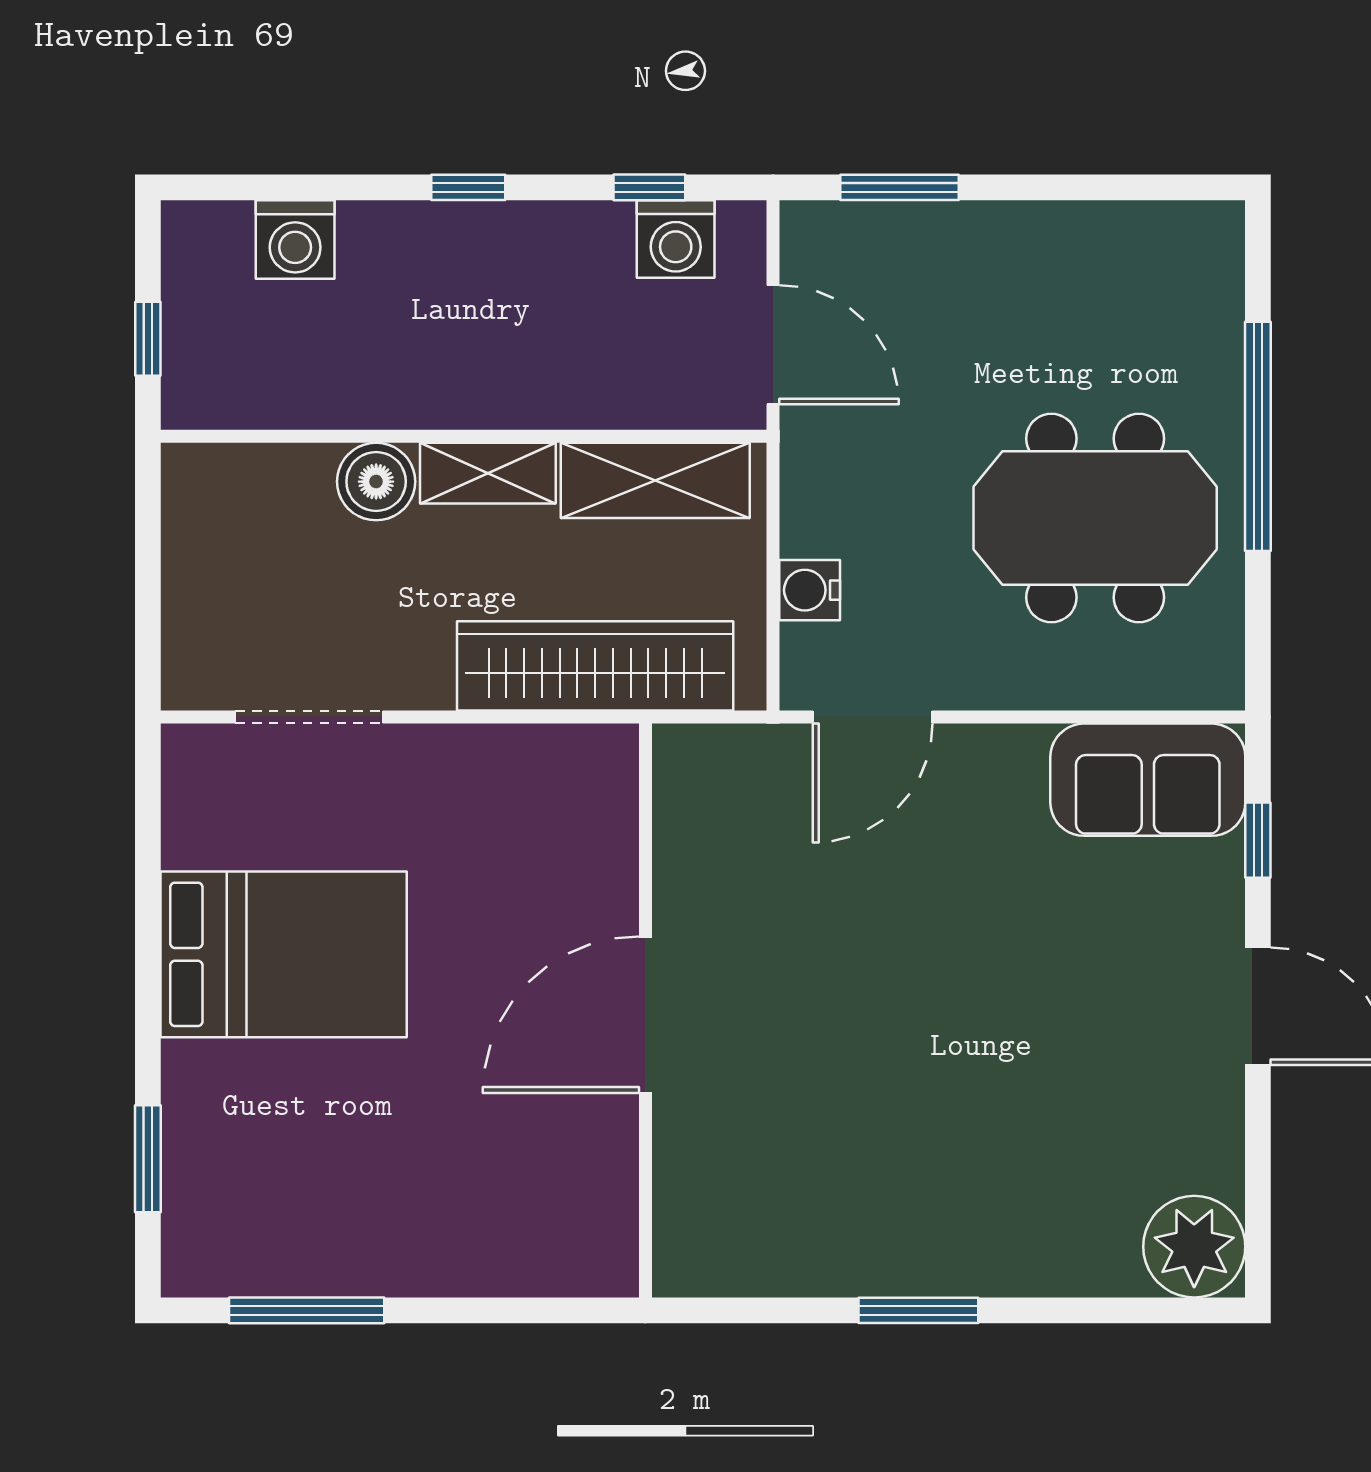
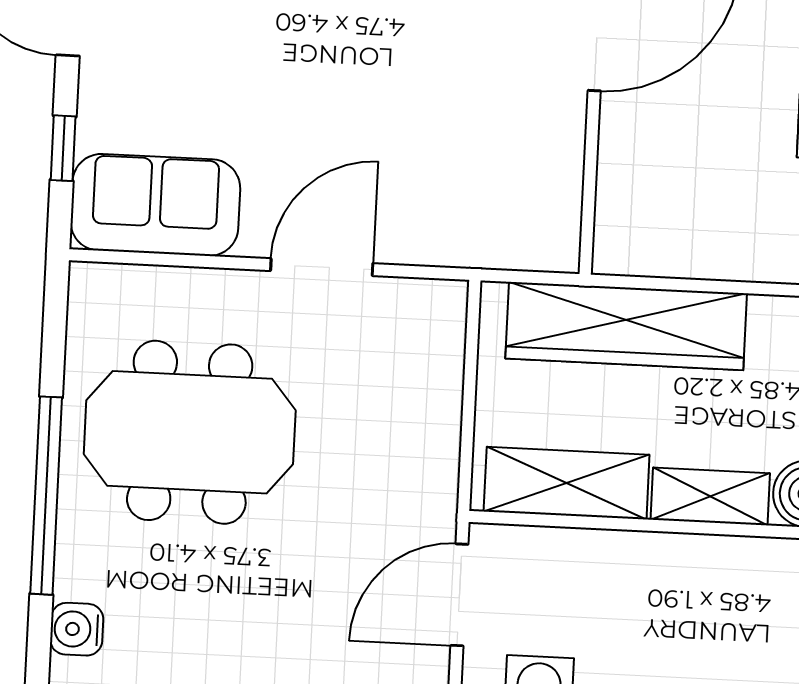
door: (773, 345) -> (459, 595), hinge flipped
water cooler: (810, 590) -> (77, 629), moved, turned 180
door: (873, 717) -> (322, 267), moved

